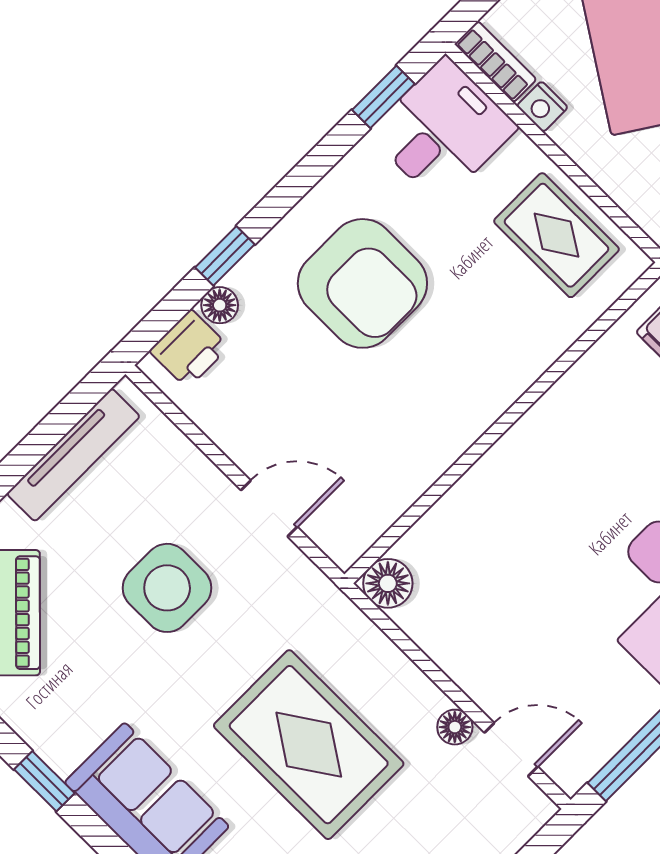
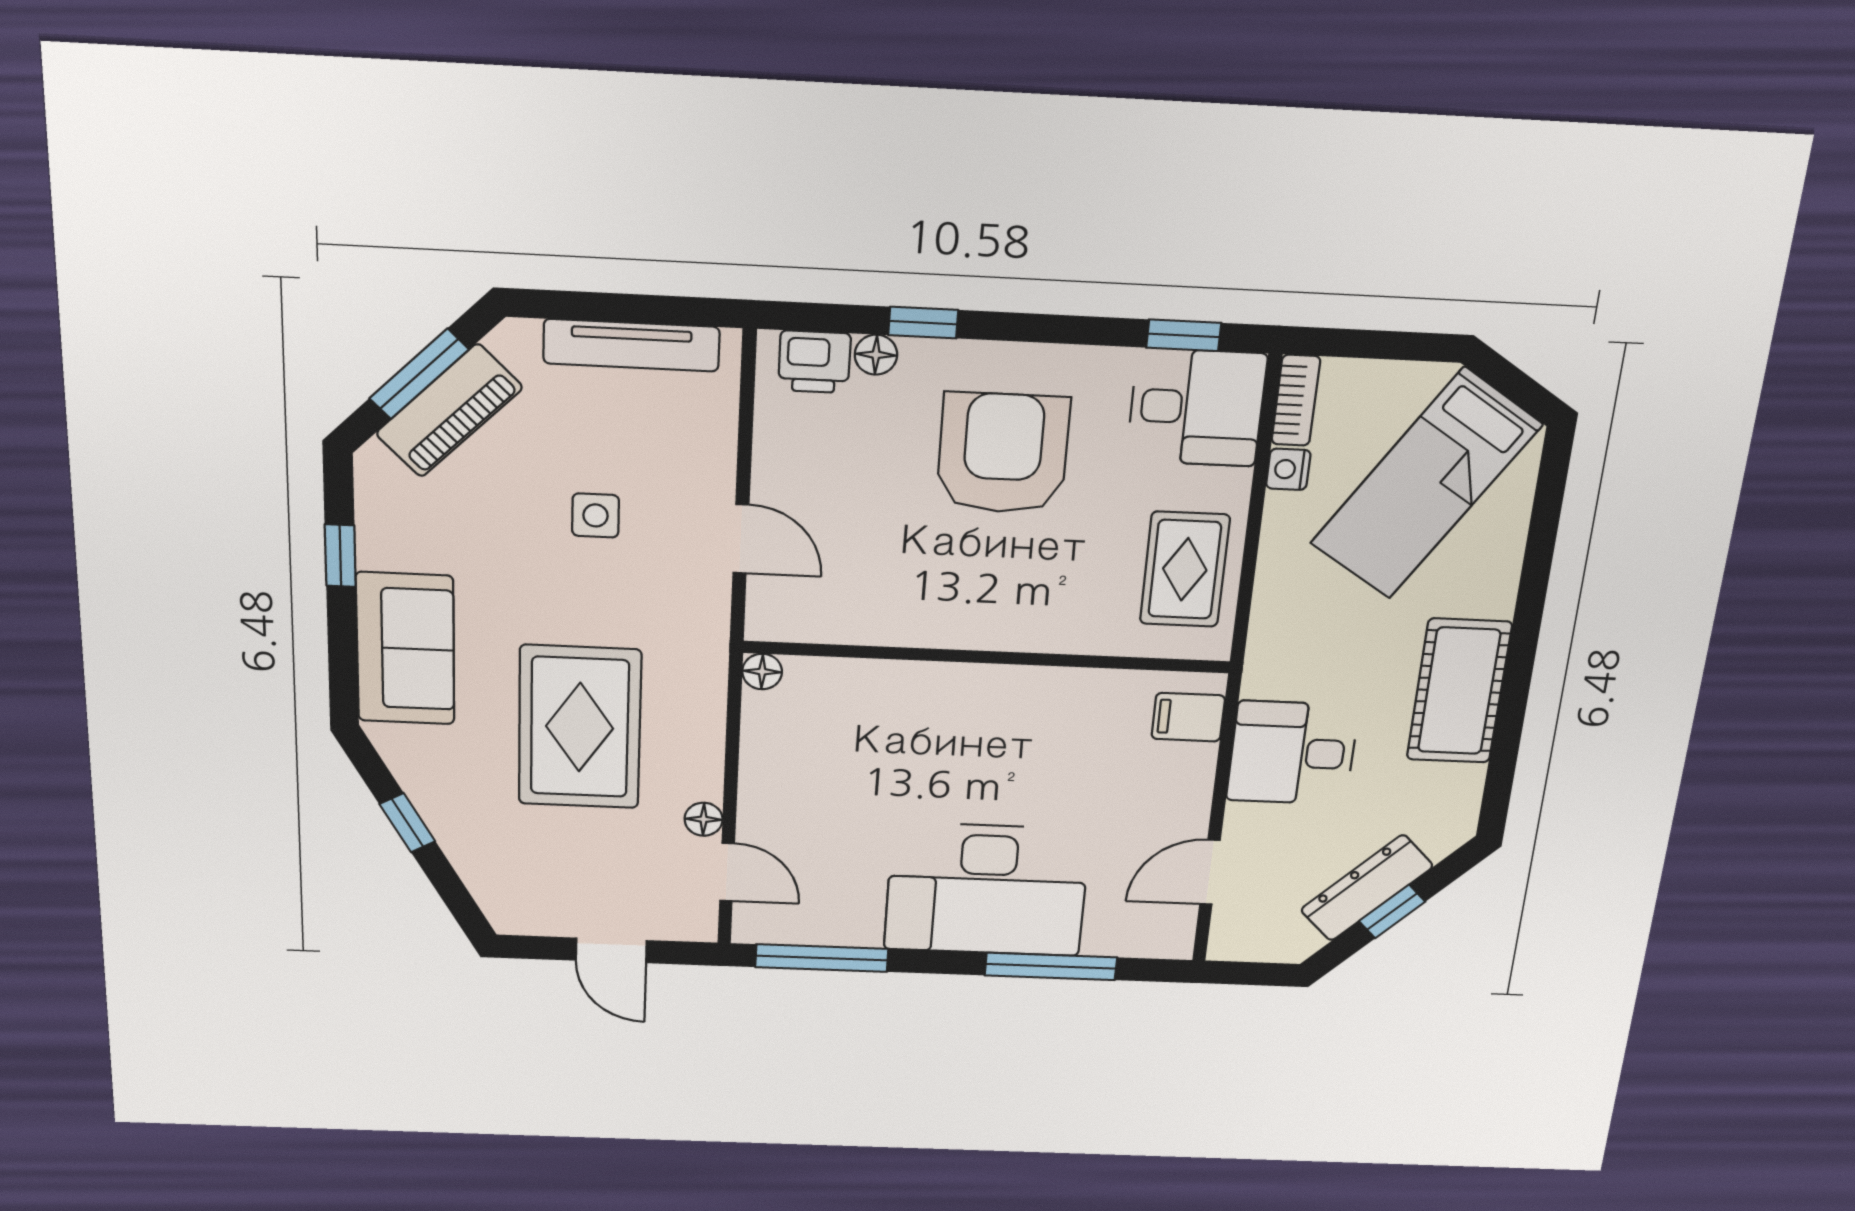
armchair: (362, 283) -> (1003, 453), turned 180
floor lamp: (388, 583) -> (762, 672), width x0.73, depth x0.73
side table: (167, 588) -> (595, 515), width x0.54, depth x0.54

